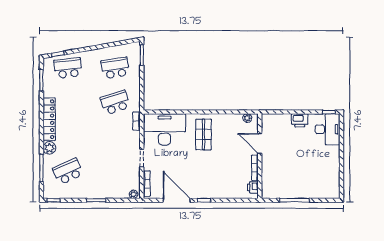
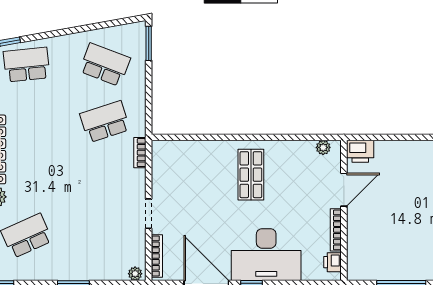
school desk: (115, 68) -> (105, 65), turned 30
printer: (300, 120) -> (360, 151), moved
desk: (164, 129) -> (266, 255), moved, turned 180
door: (260, 144) -> (344, 190), swing flipped

